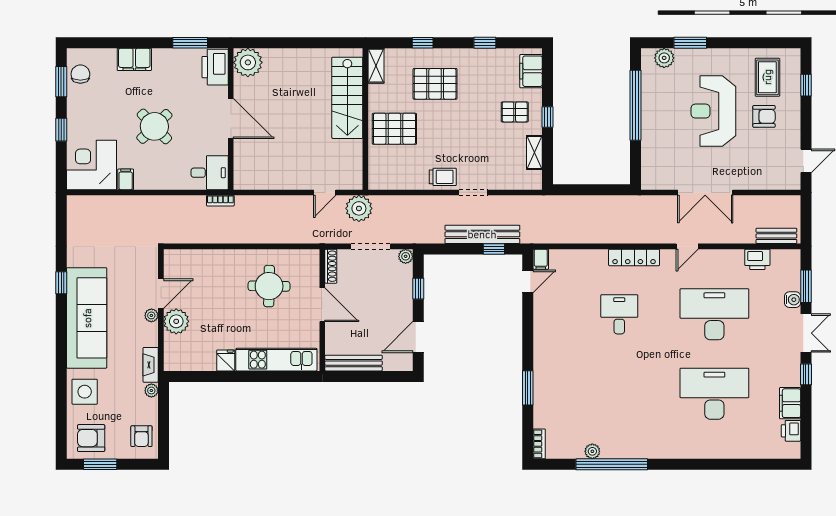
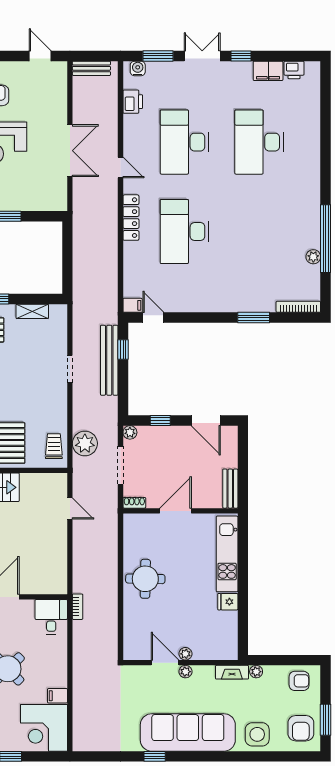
trolley: (443, 177) -> (54, 446), moved
plant: (359, 208) -> (85, 443), moved
bench: (776, 236) -> (91, 68), moved, turned 90
shoe rack: (331, 266) -> (134, 503), width x0.70
round table: (269, 286) -> (145, 579), moved
water cooler: (793, 300) -> (138, 68), moved
desk: (619, 314) -> (184, 232), width x1.87, depth x1.30
plant: (176, 321) -> (185, 654), width x0.53, depth x0.53
bench: (354, 363) -> (230, 489), width x0.73
bookcase: (539, 444) -> (298, 307), width x1.56

